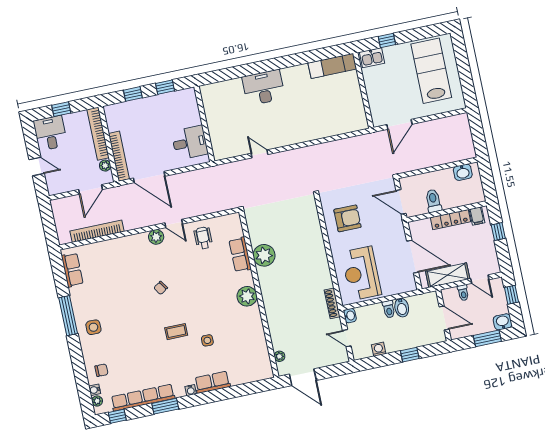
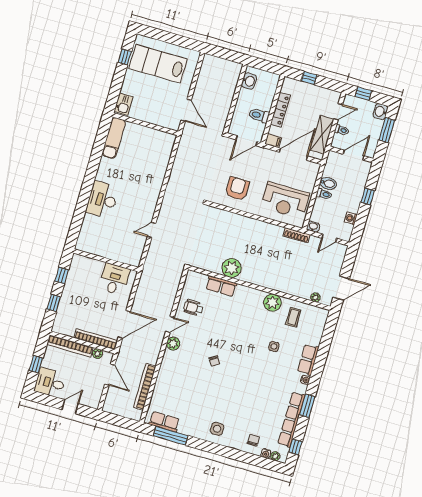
window: (387, 40) -> (125, 57), moved
filing cabinet: (477, 216) -> (273, 141), moved
plant: (247, 296) -> (272, 303), moved
window: (68, 316) -> (171, 436), moved
coffee table: (176, 332) -> (293, 317), moved

